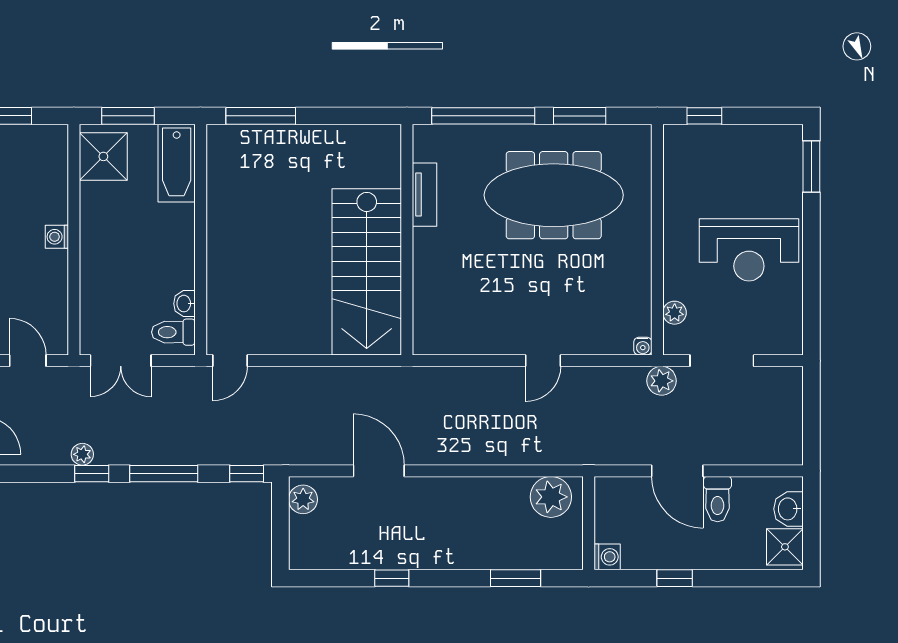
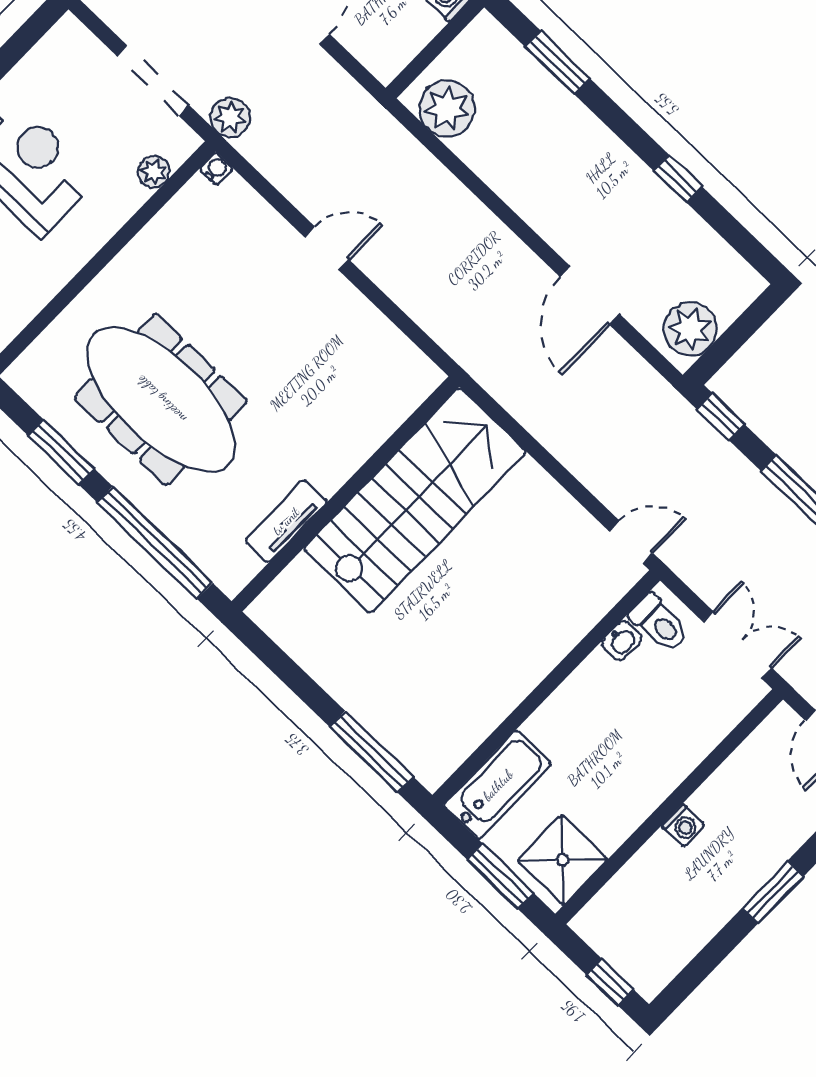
plant: (303, 499) -> (690, 329), width x1.36, depth x1.36

